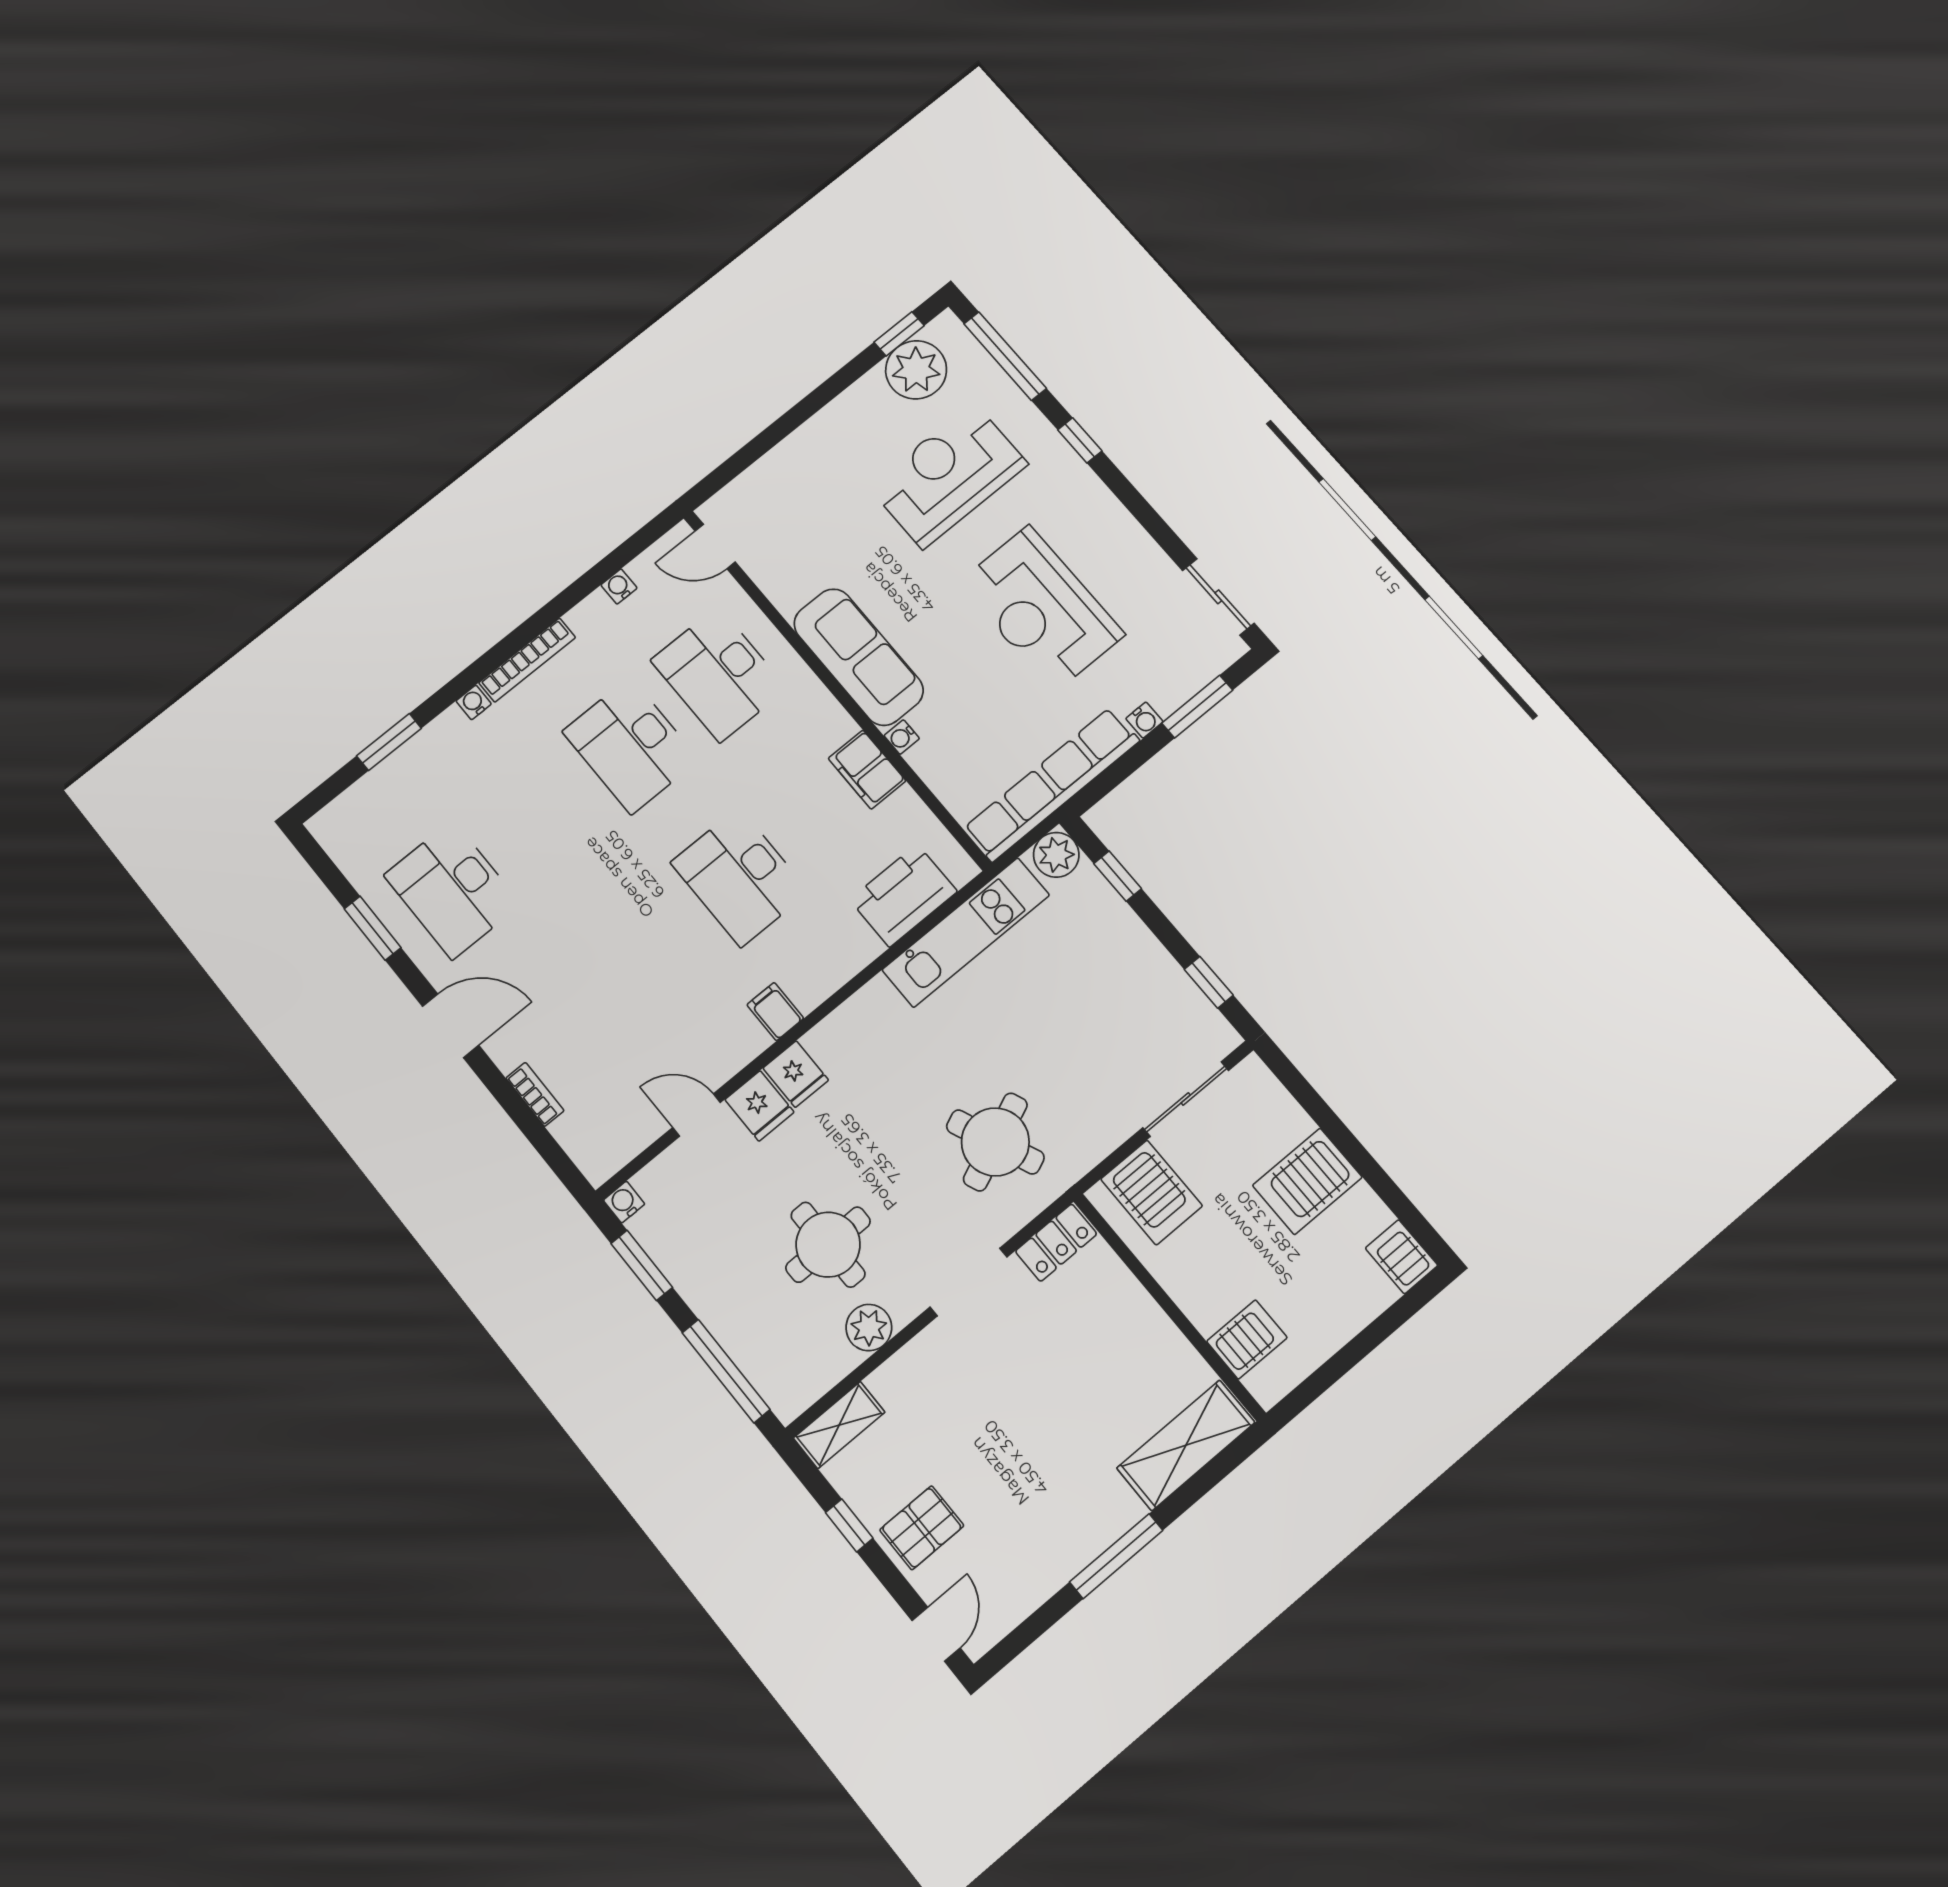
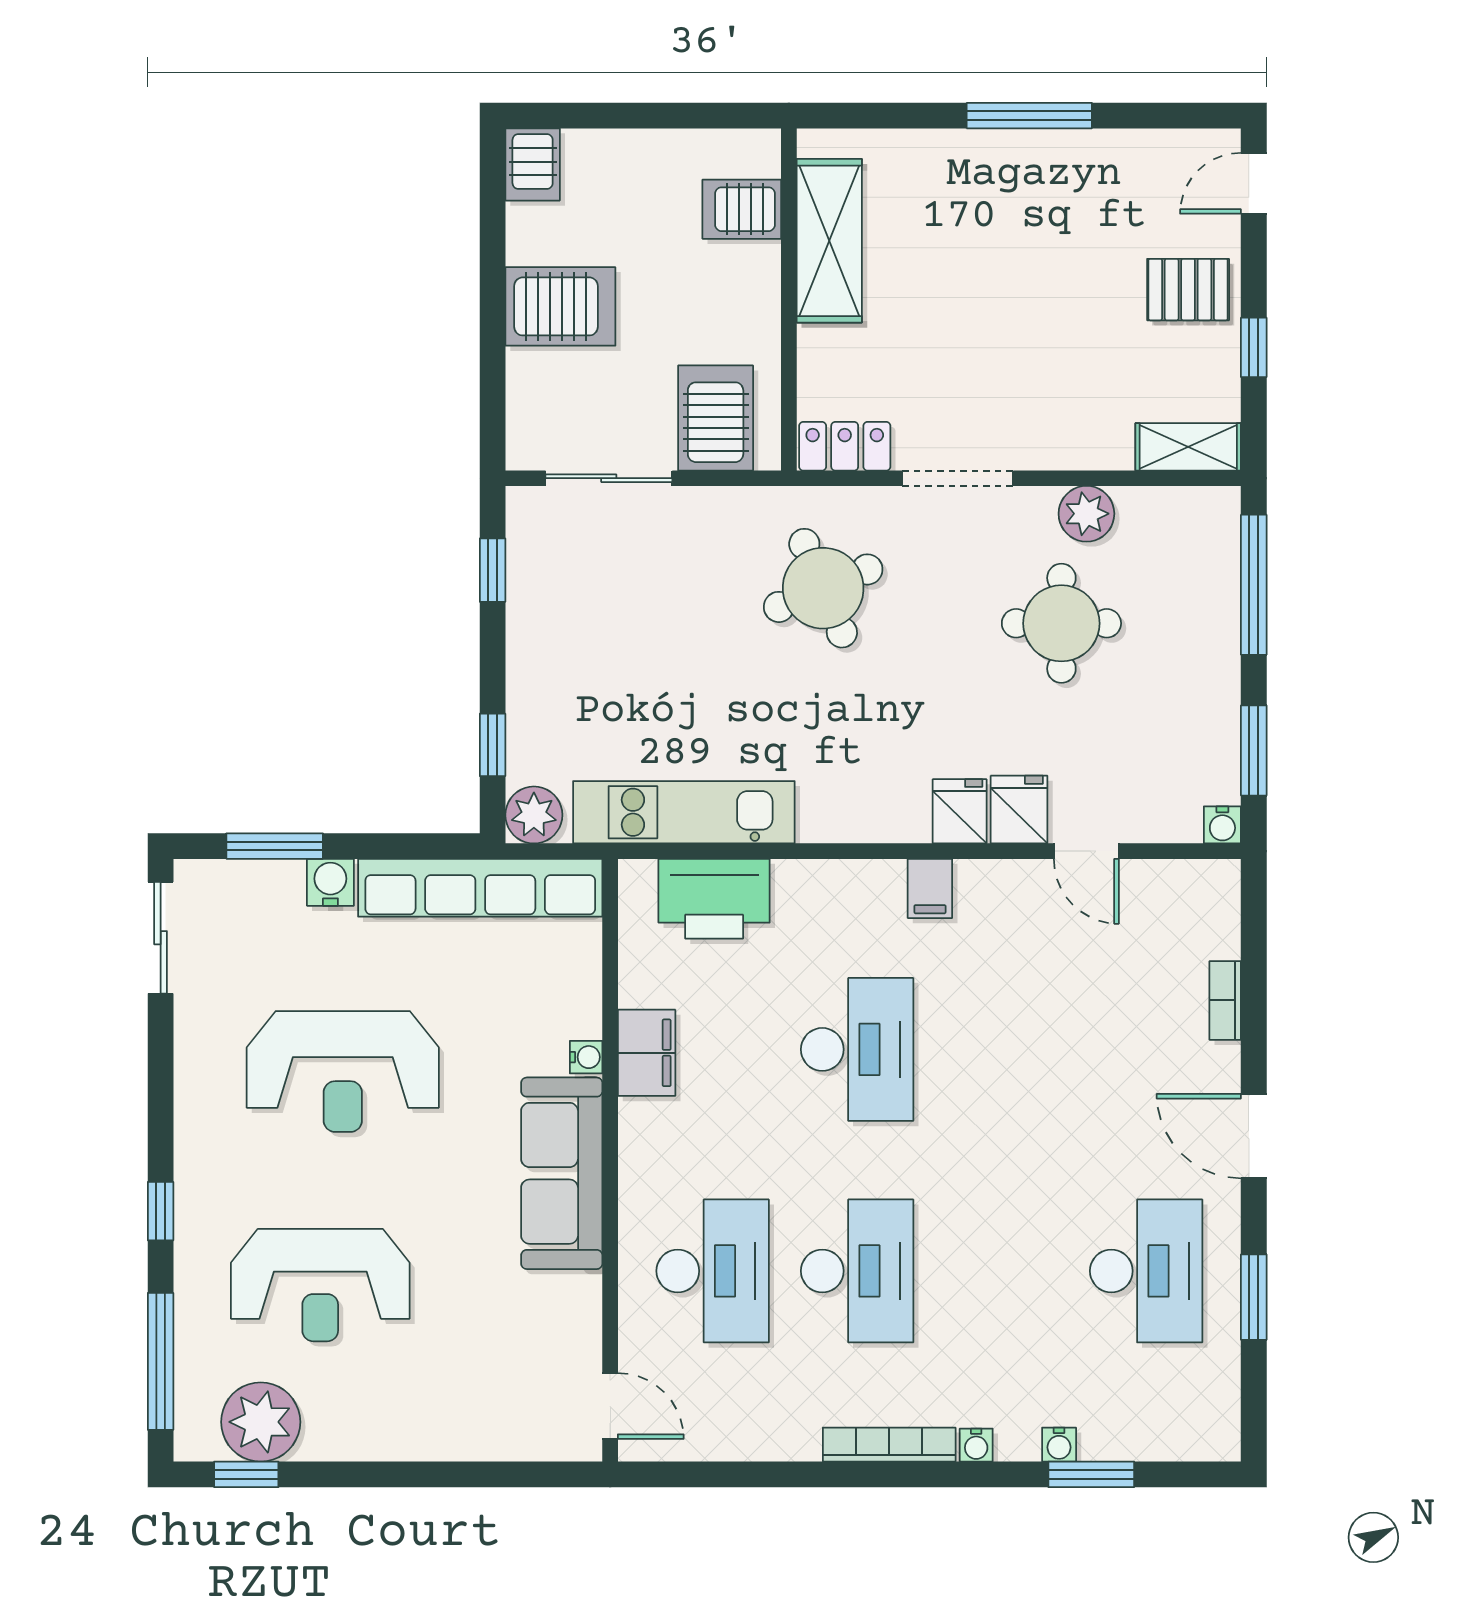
water cooler: (619, 586) -> (1059, 1445), moved
reception desk: (1041, 609) -> (343, 1072), turned 90
water cooler: (1144, 720) -> (330, 882), width x1.38, depth x1.38
shelving: (1186, 1445) -> (829, 241), moved, turned 90

